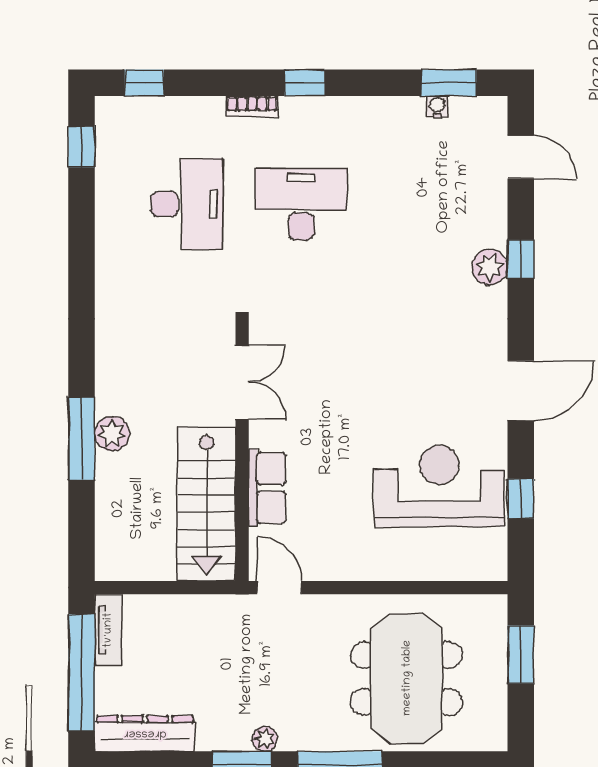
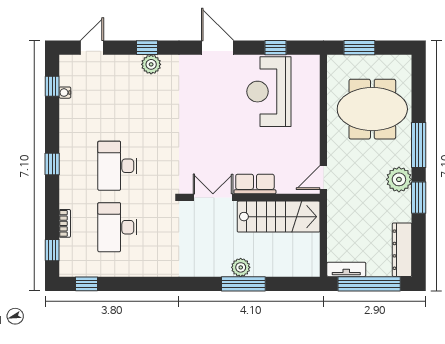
window: (449, 83) -> (52, 86), width x0.67
bookcase: (252, 106) -> (65, 223), moved
desk: (187, 204) -> (117, 227), turned -90
row of seats: (267, 488) -> (255, 184), moved
plant: (265, 739) -> (399, 179), width x1.87, depth x1.87

